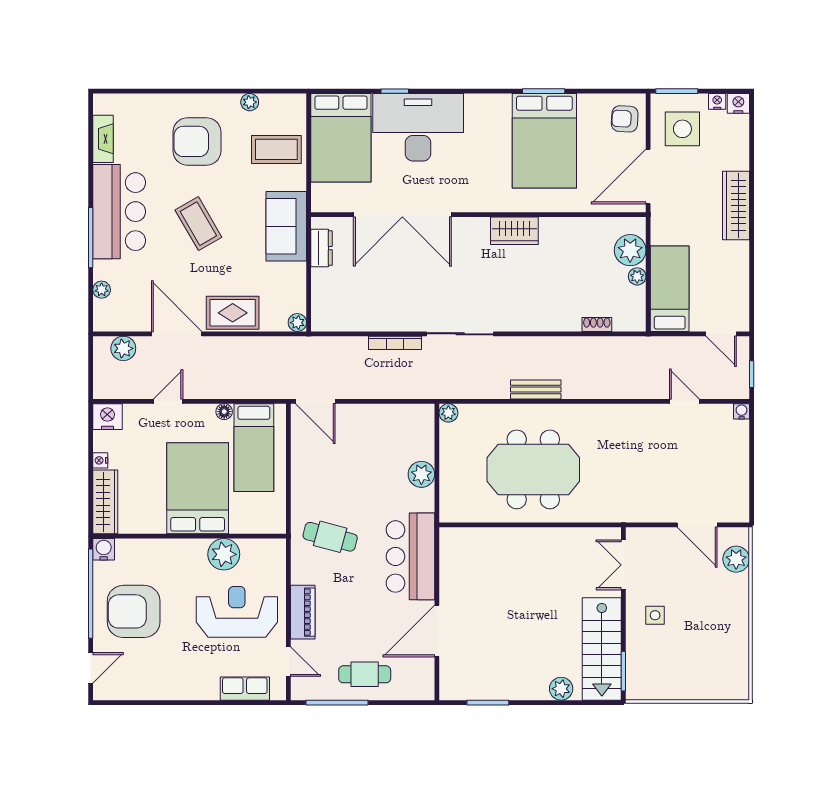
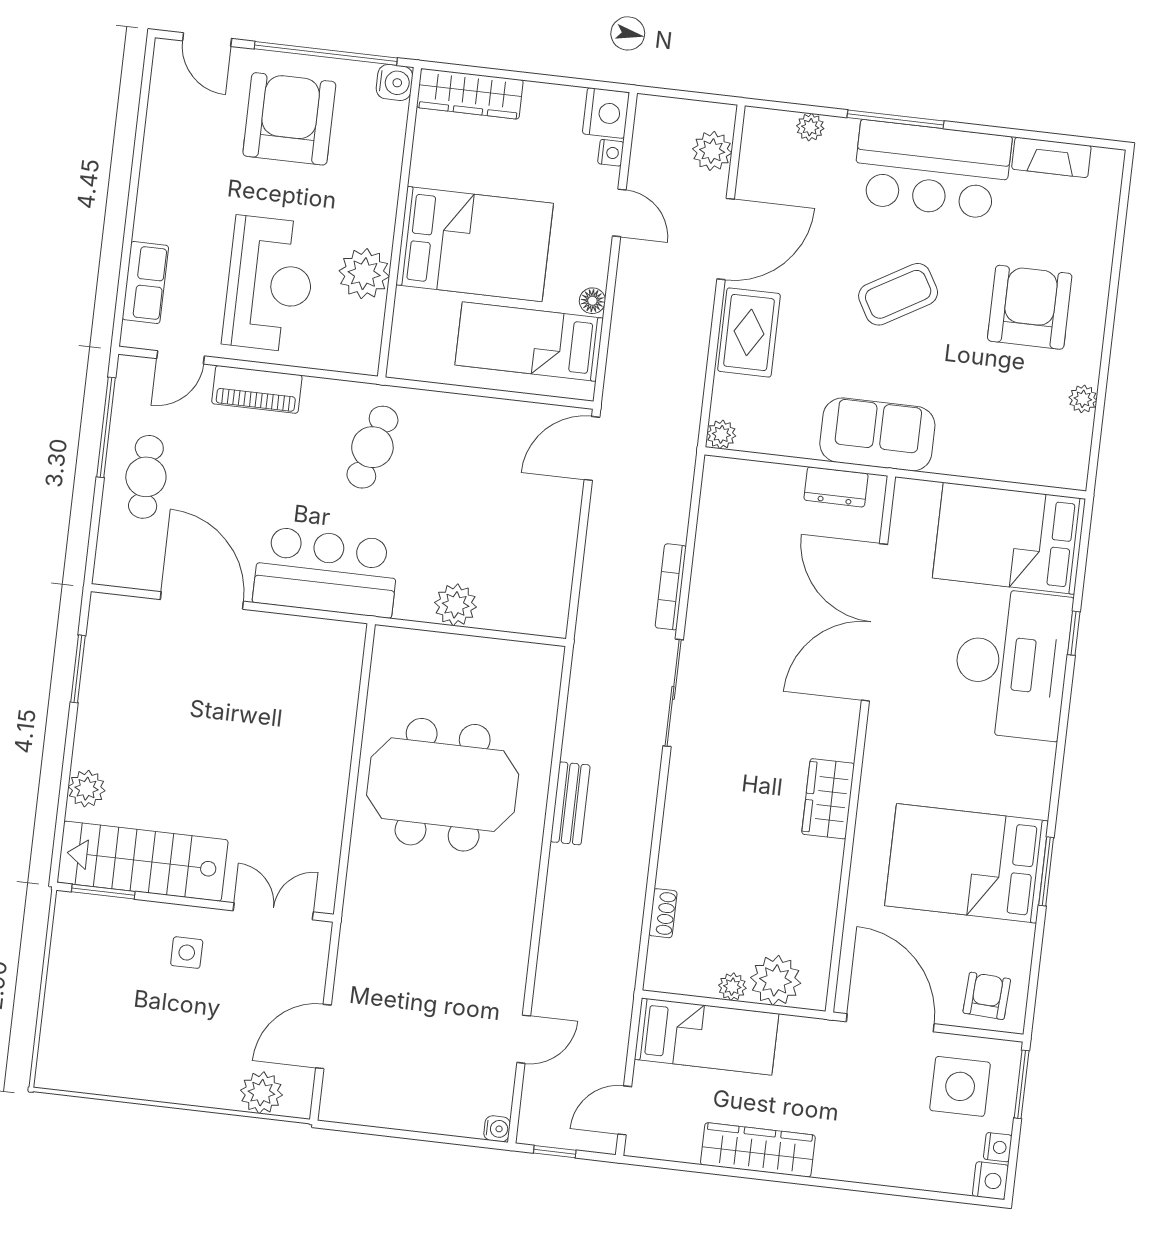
coffee table: (276, 149) -> (1002, 433), removed
wardrobe: (736, 205) -> (758, 1150), moved
plant: (448, 413) -> (549, 659), removed
nightstand: (100, 460) -> (611, 153), moved, turned 90
meeting table: (533, 469) -> (443, 785), turned 90

